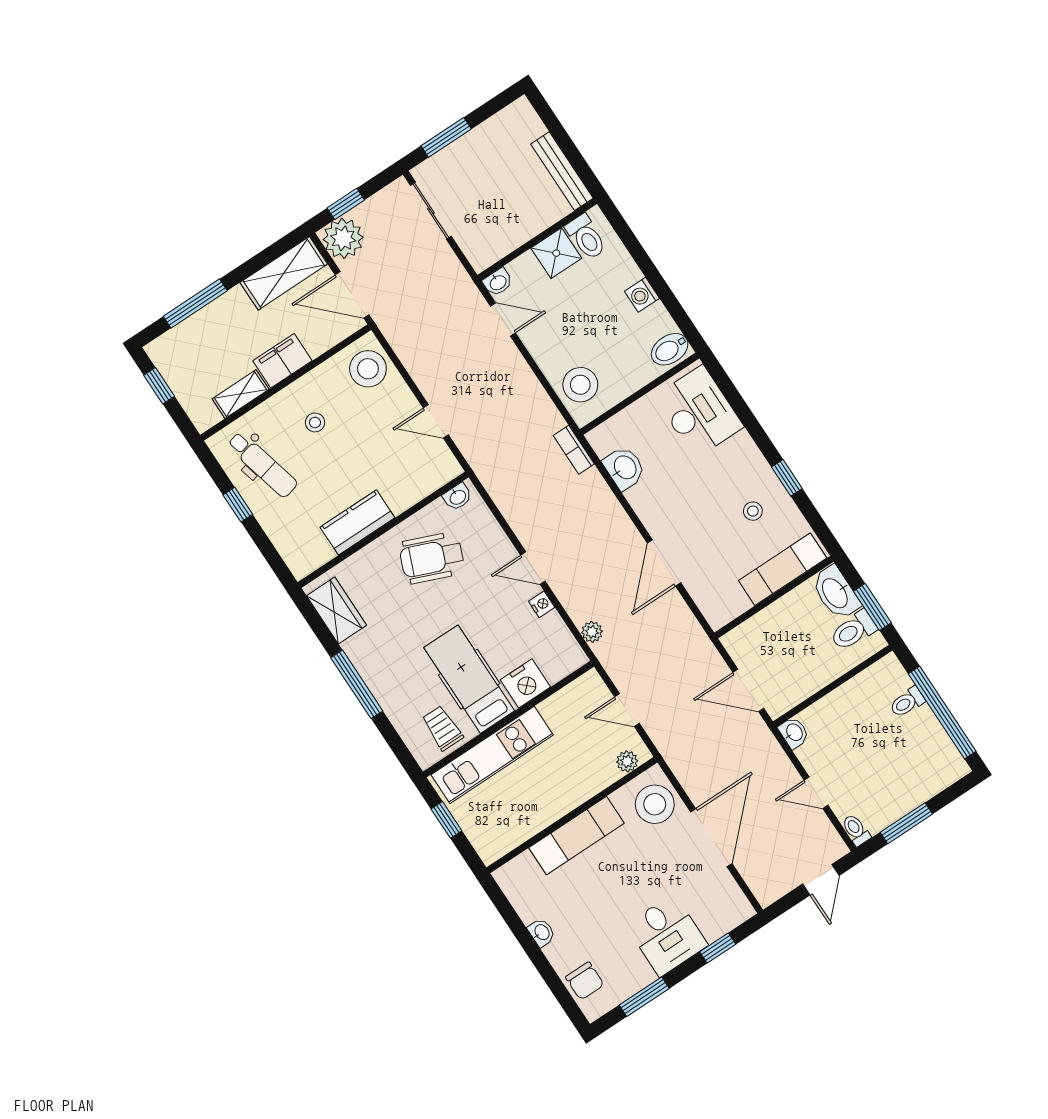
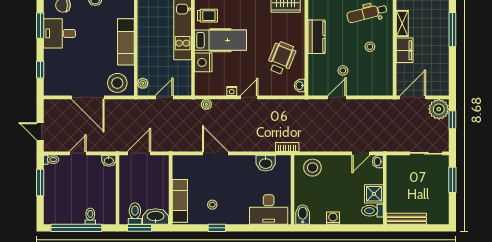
shelving: (284, 273) -> (441, 75), removed
stool: (368, 369) -> (343, 70), moved, width x0.53, depth x0.53
desk: (667, 935) -> (59, 33), moved

